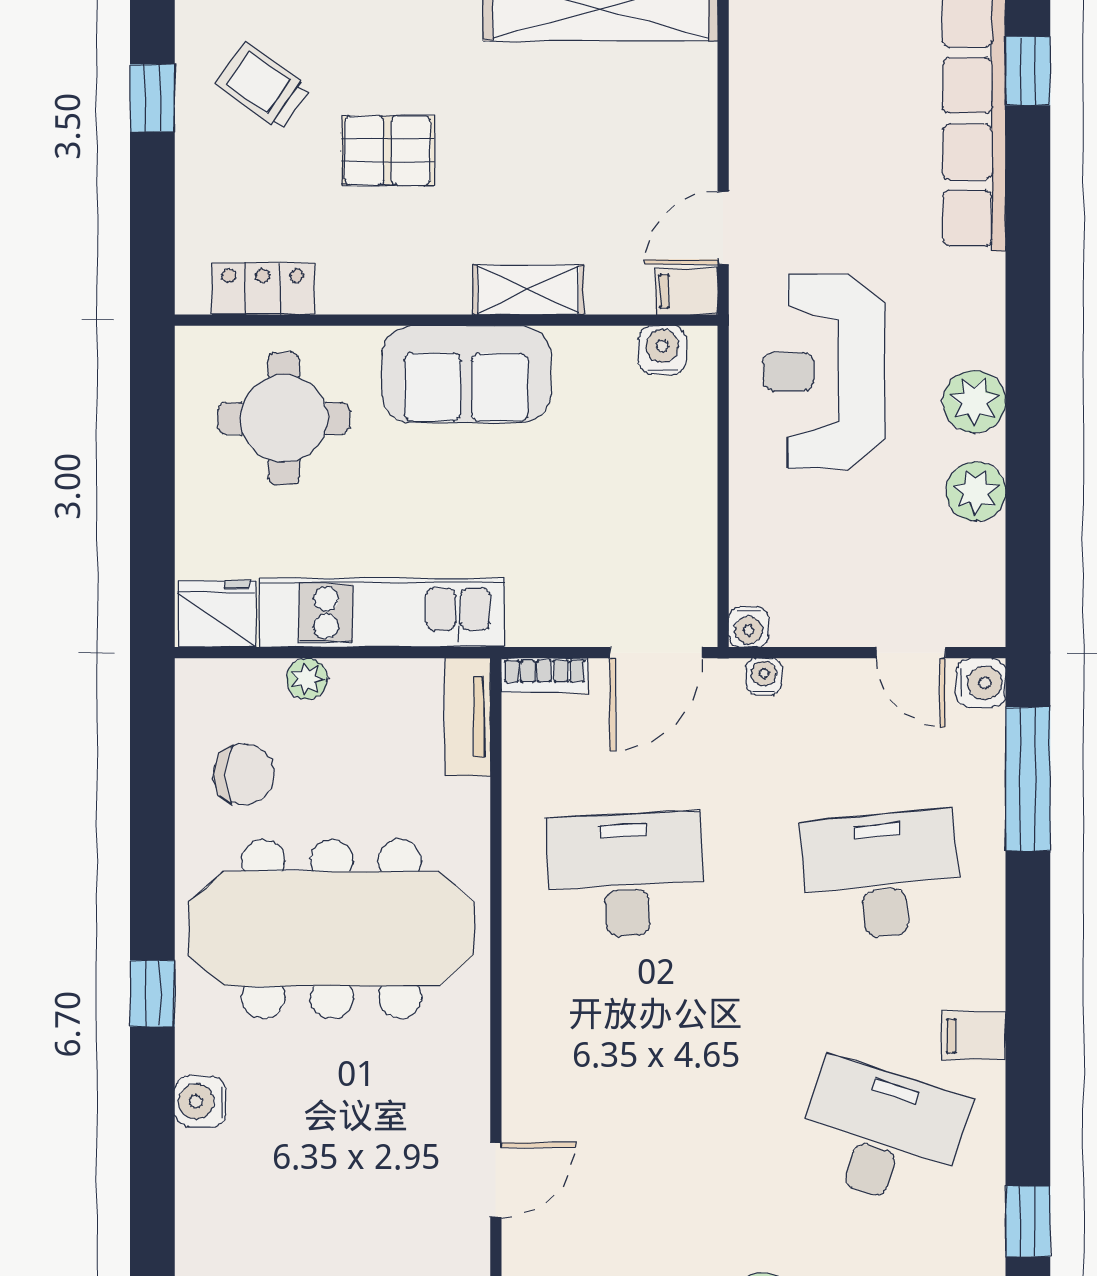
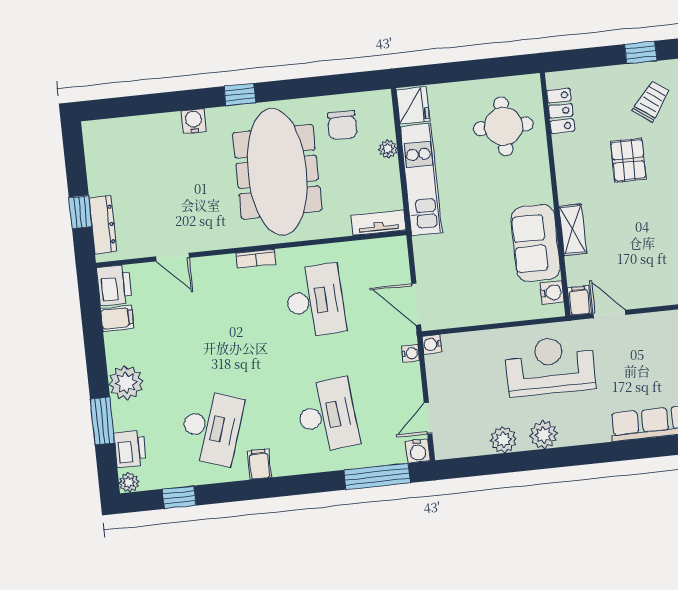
sofa: (466, 374) -> (536, 243), moved
bookcase: (544, 675) -> (256, 259), moved, turned -90

